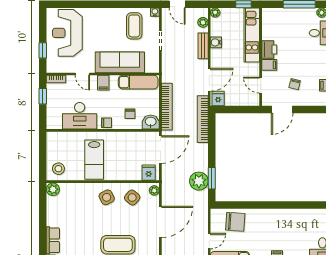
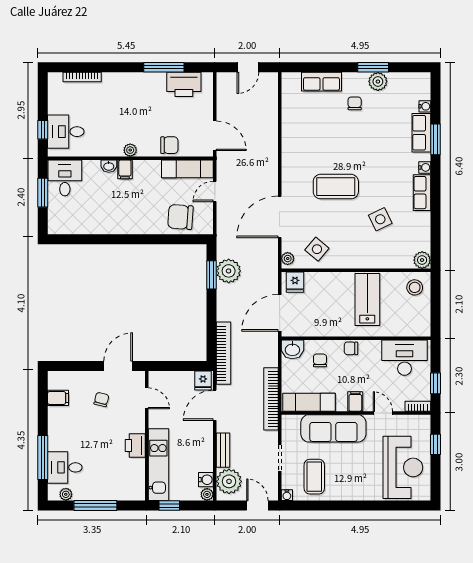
plant: (203, 22) -> (229, 481), width x1.88, depth x1.88
water cooler: (216, 42) -> (206, 480), moved
filing cabinet: (269, 65) -> (135, 425), removed
bookcase: (167, 107) -> (271, 399), moved
desk: (80, 116) -> (404, 358), moved
side table: (107, 197) -> (380, 219), moved

